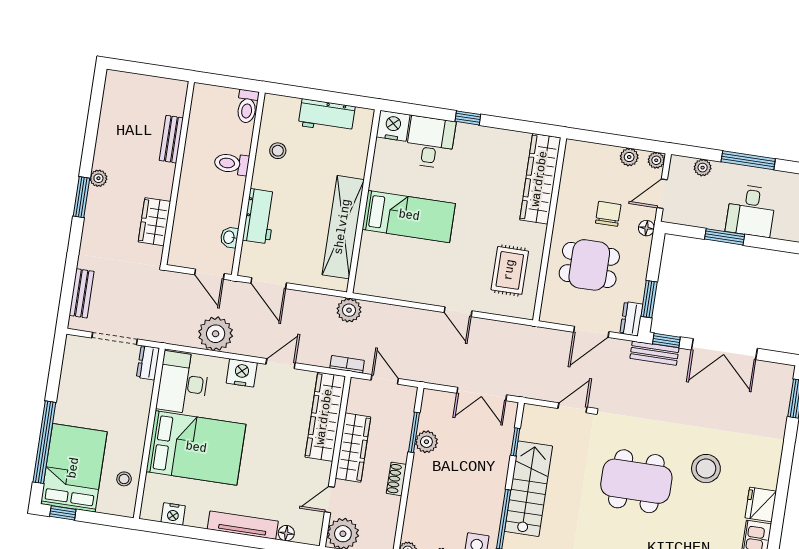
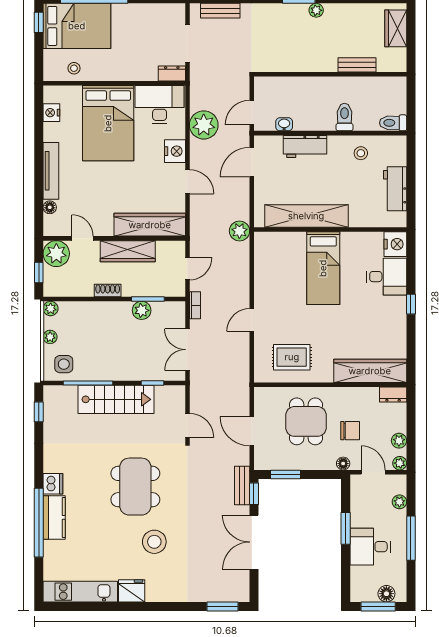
wardrobe: (154, 222) -> (396, 28), moved, turned -90
dresser: (631, 319) -> (393, 394), moved, turned 180
bookcase: (347, 364) -> (195, 305), moved

